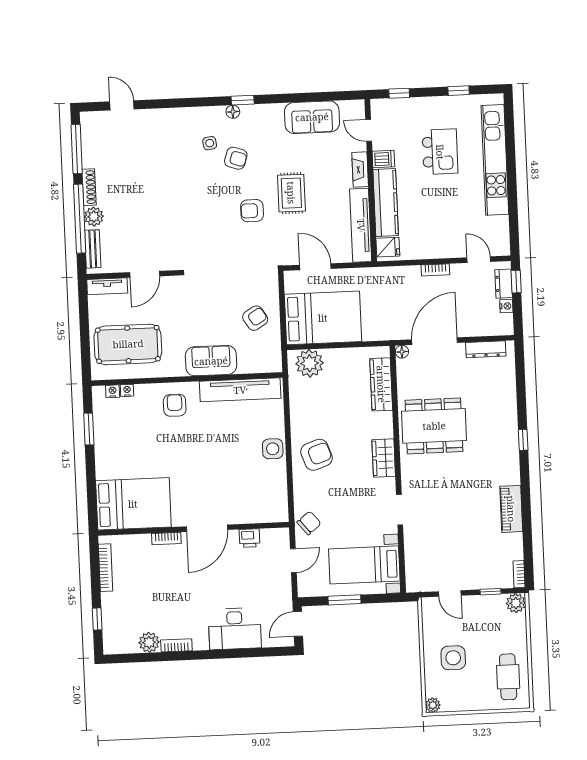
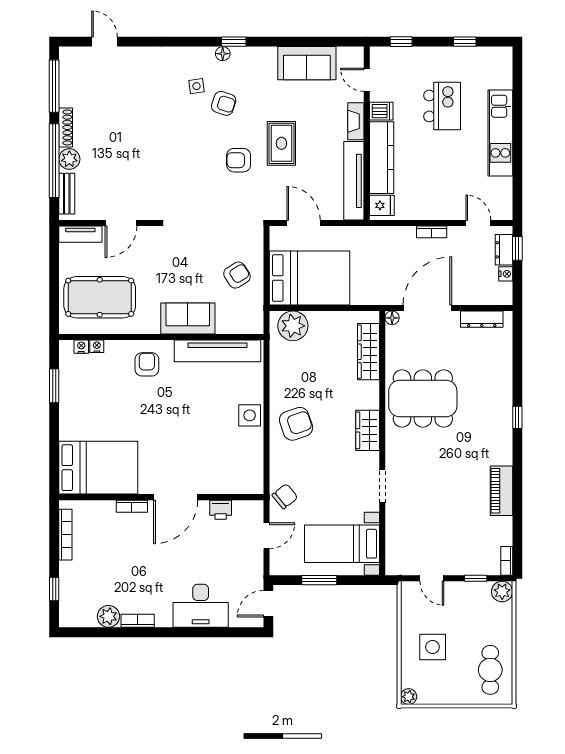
kitchen unit: (495, 160) -> (500, 133), width x0.73

